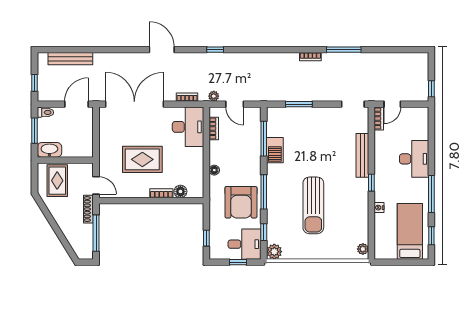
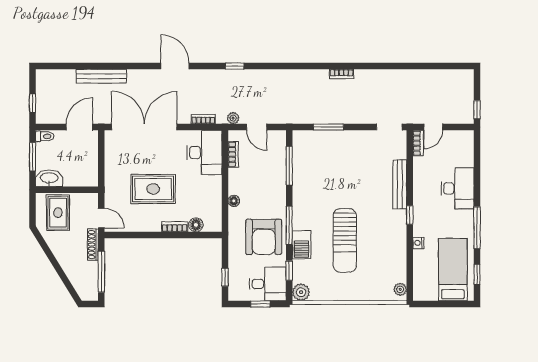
window: (344, 50) -> (379, 66), removed
bench: (70, 59) -> (101, 76), moved
barbecue: (275, 150) -> (302, 245), moved

